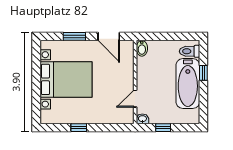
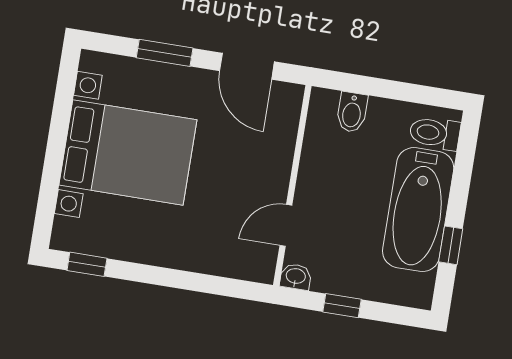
bidet: (142, 48) -> (352, 112), moved
window: (203, 73) -> (451, 245), moved
window: (79, 128) -> (87, 264), moved

